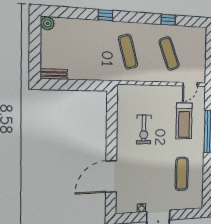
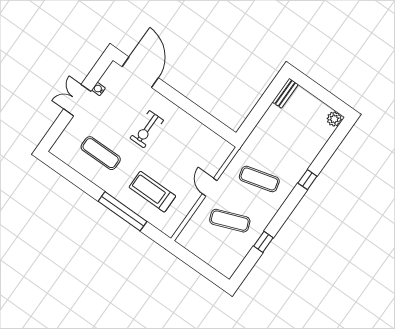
door: (190, 84) -> (210, 187), moved
exercise bike: (144, 129) -> (147, 129), moved, turned -90
door: (111, 177) -> (140, 72), moved

